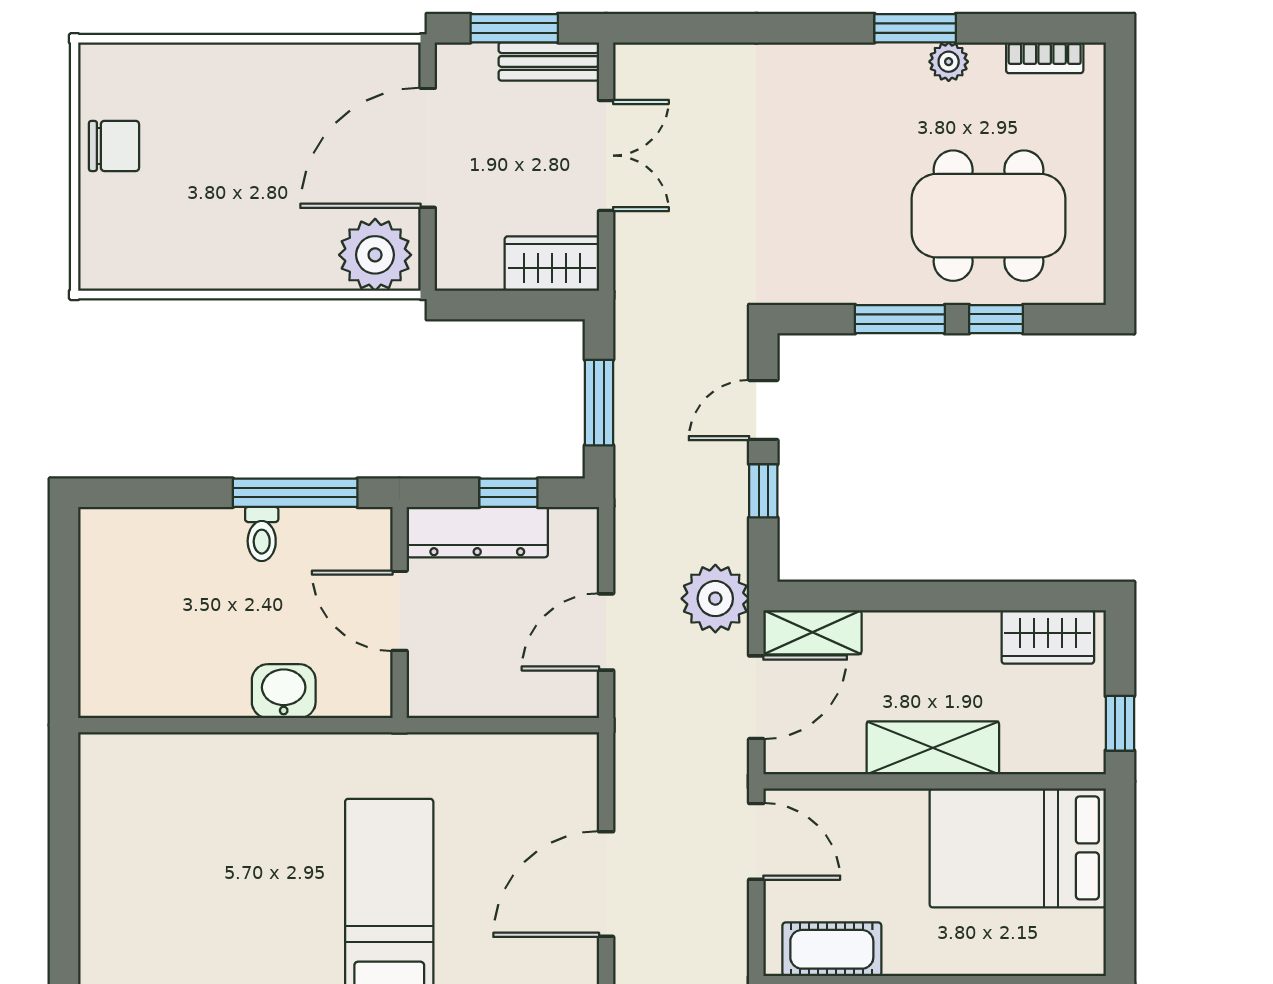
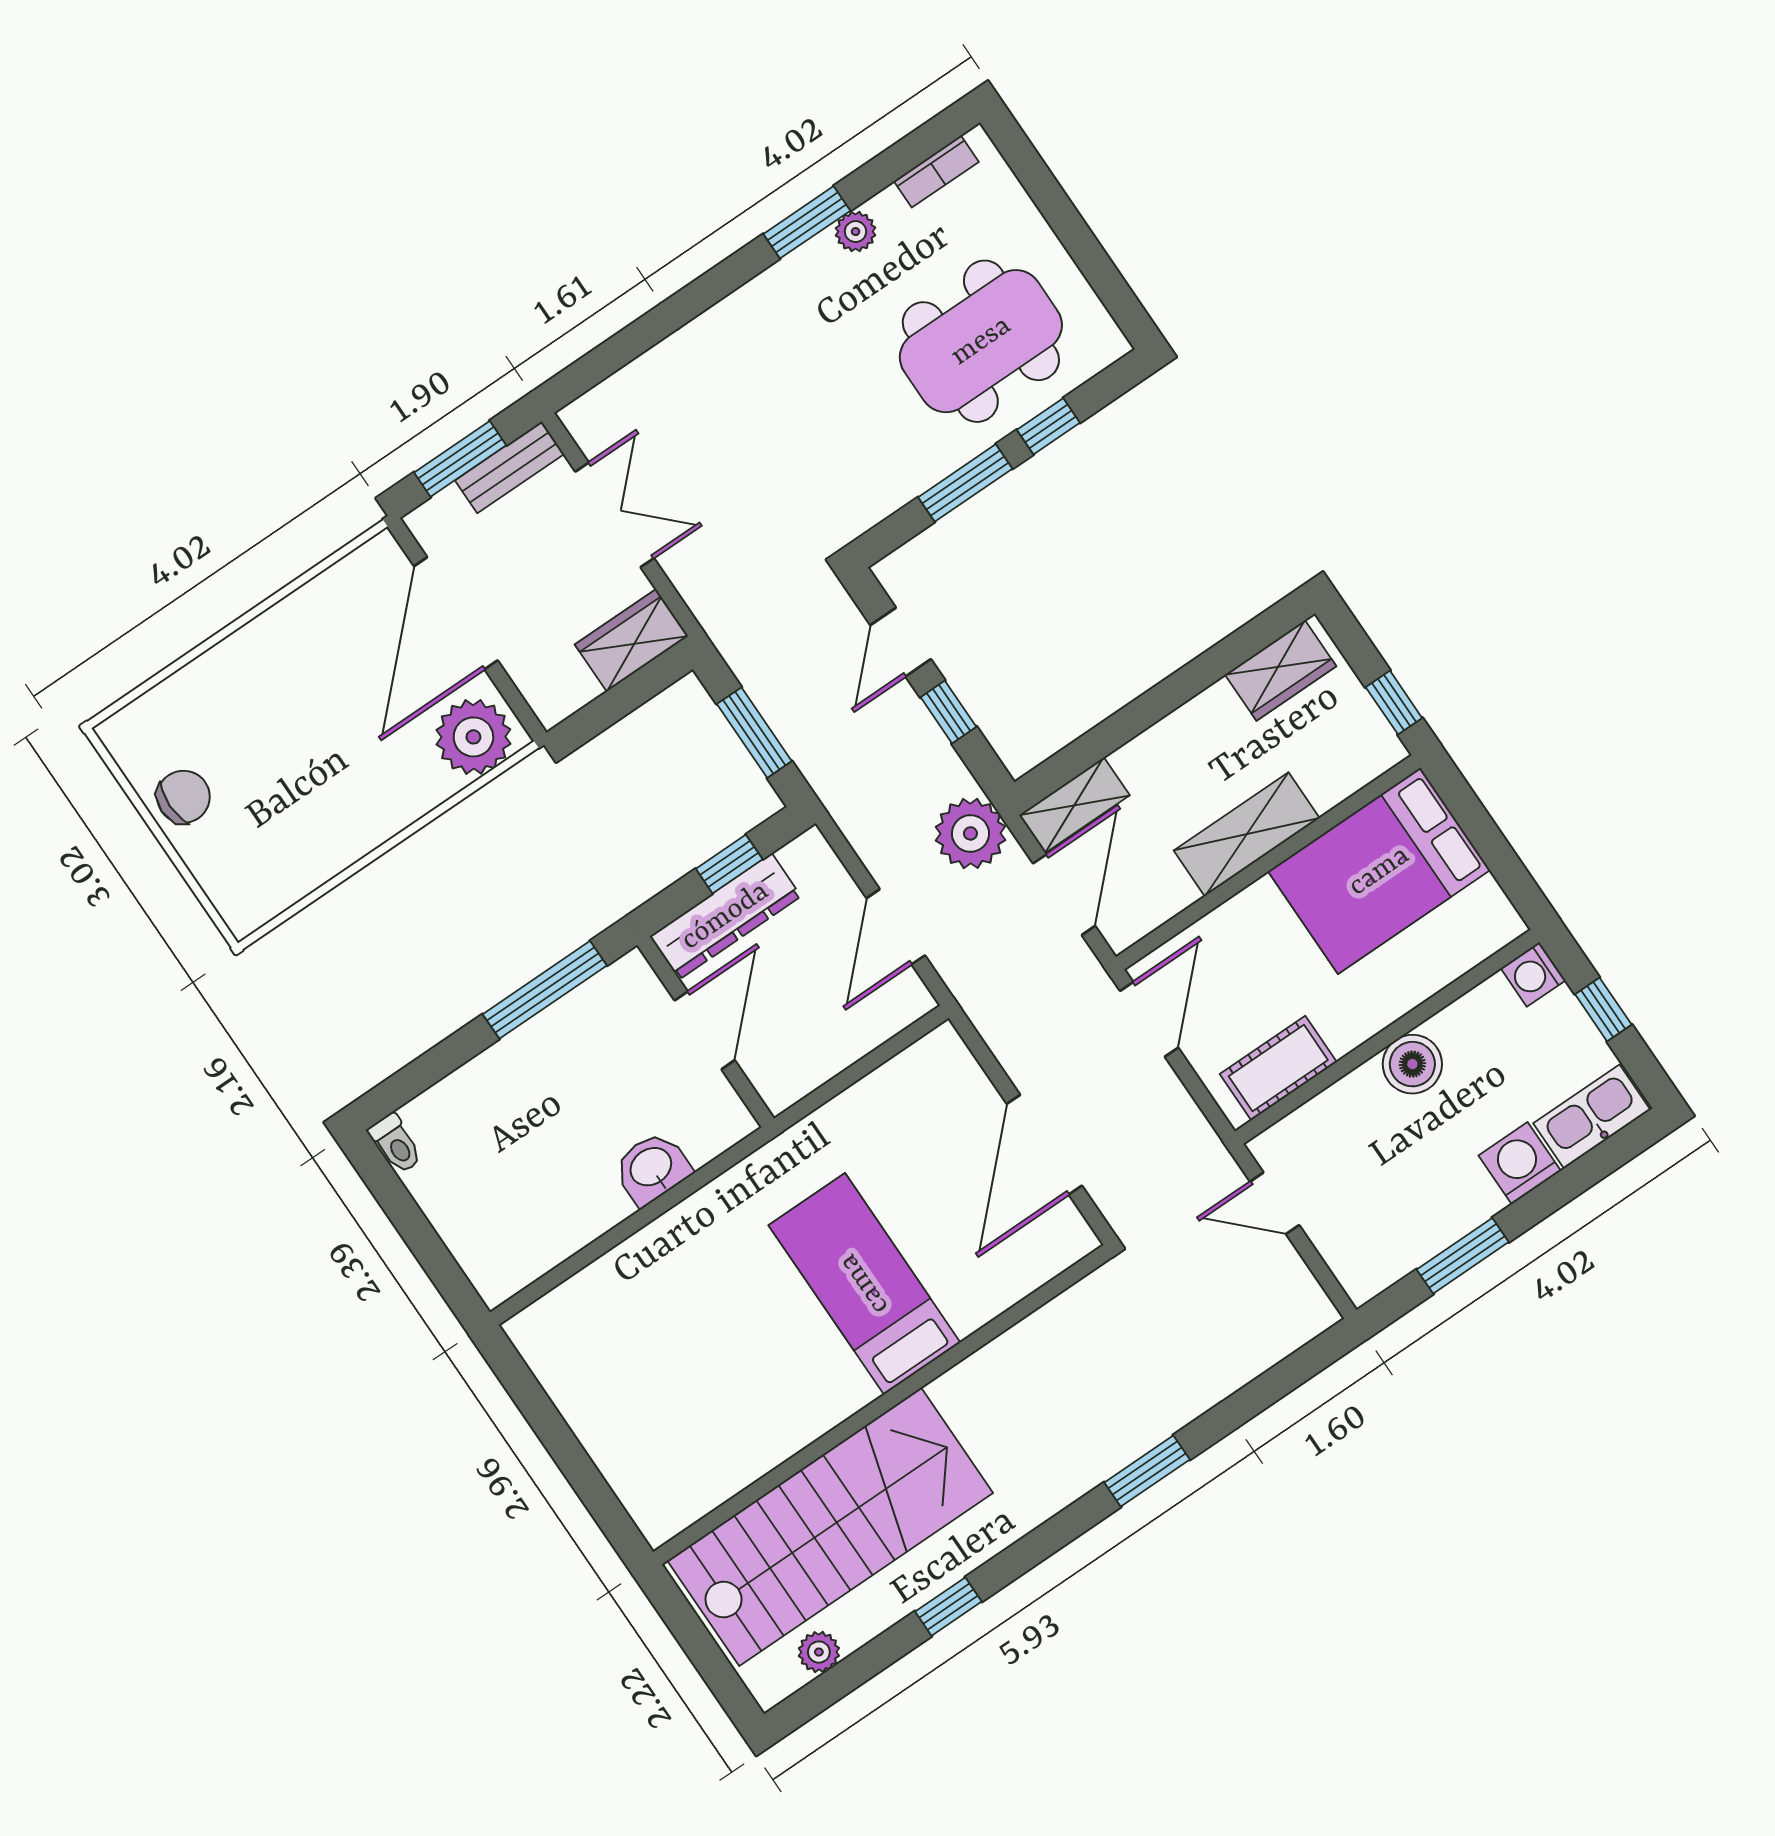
toilet: (262, 534) -> (396, 1144), moved
door: (400, 611) -> (705, 1030), swing flipped
door: (756, 841) -> (1149, 1019), hinge flipped

